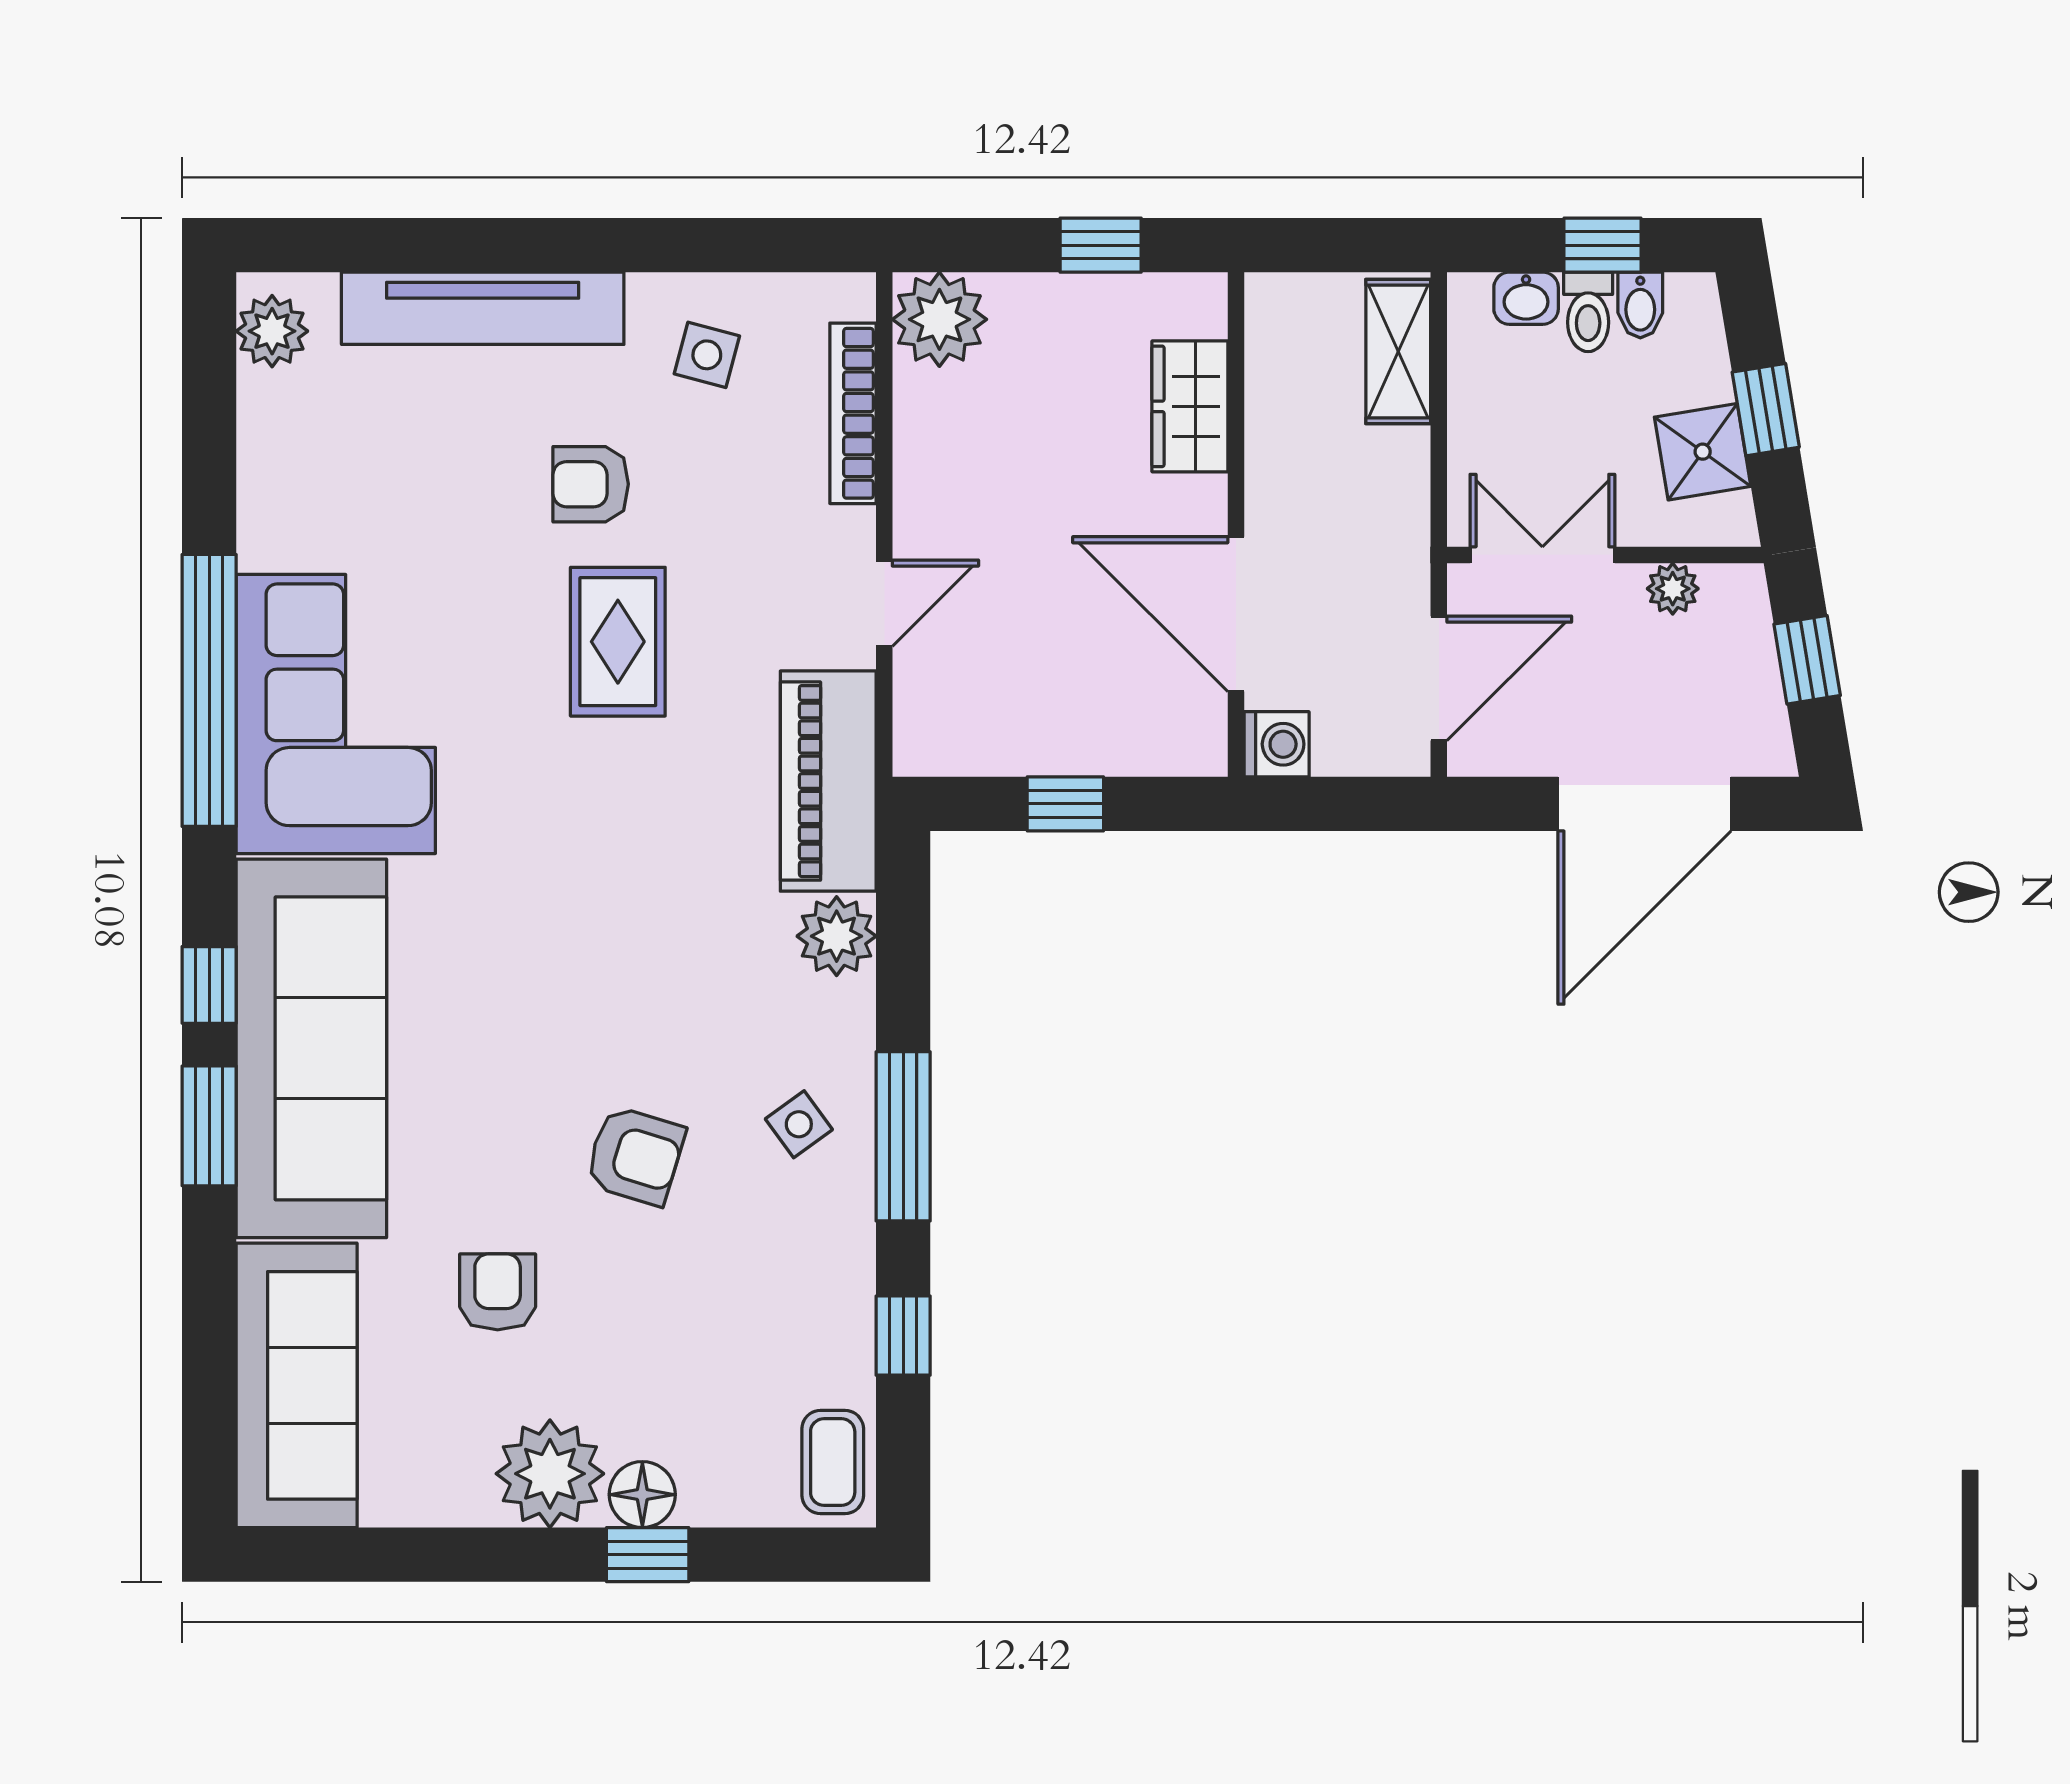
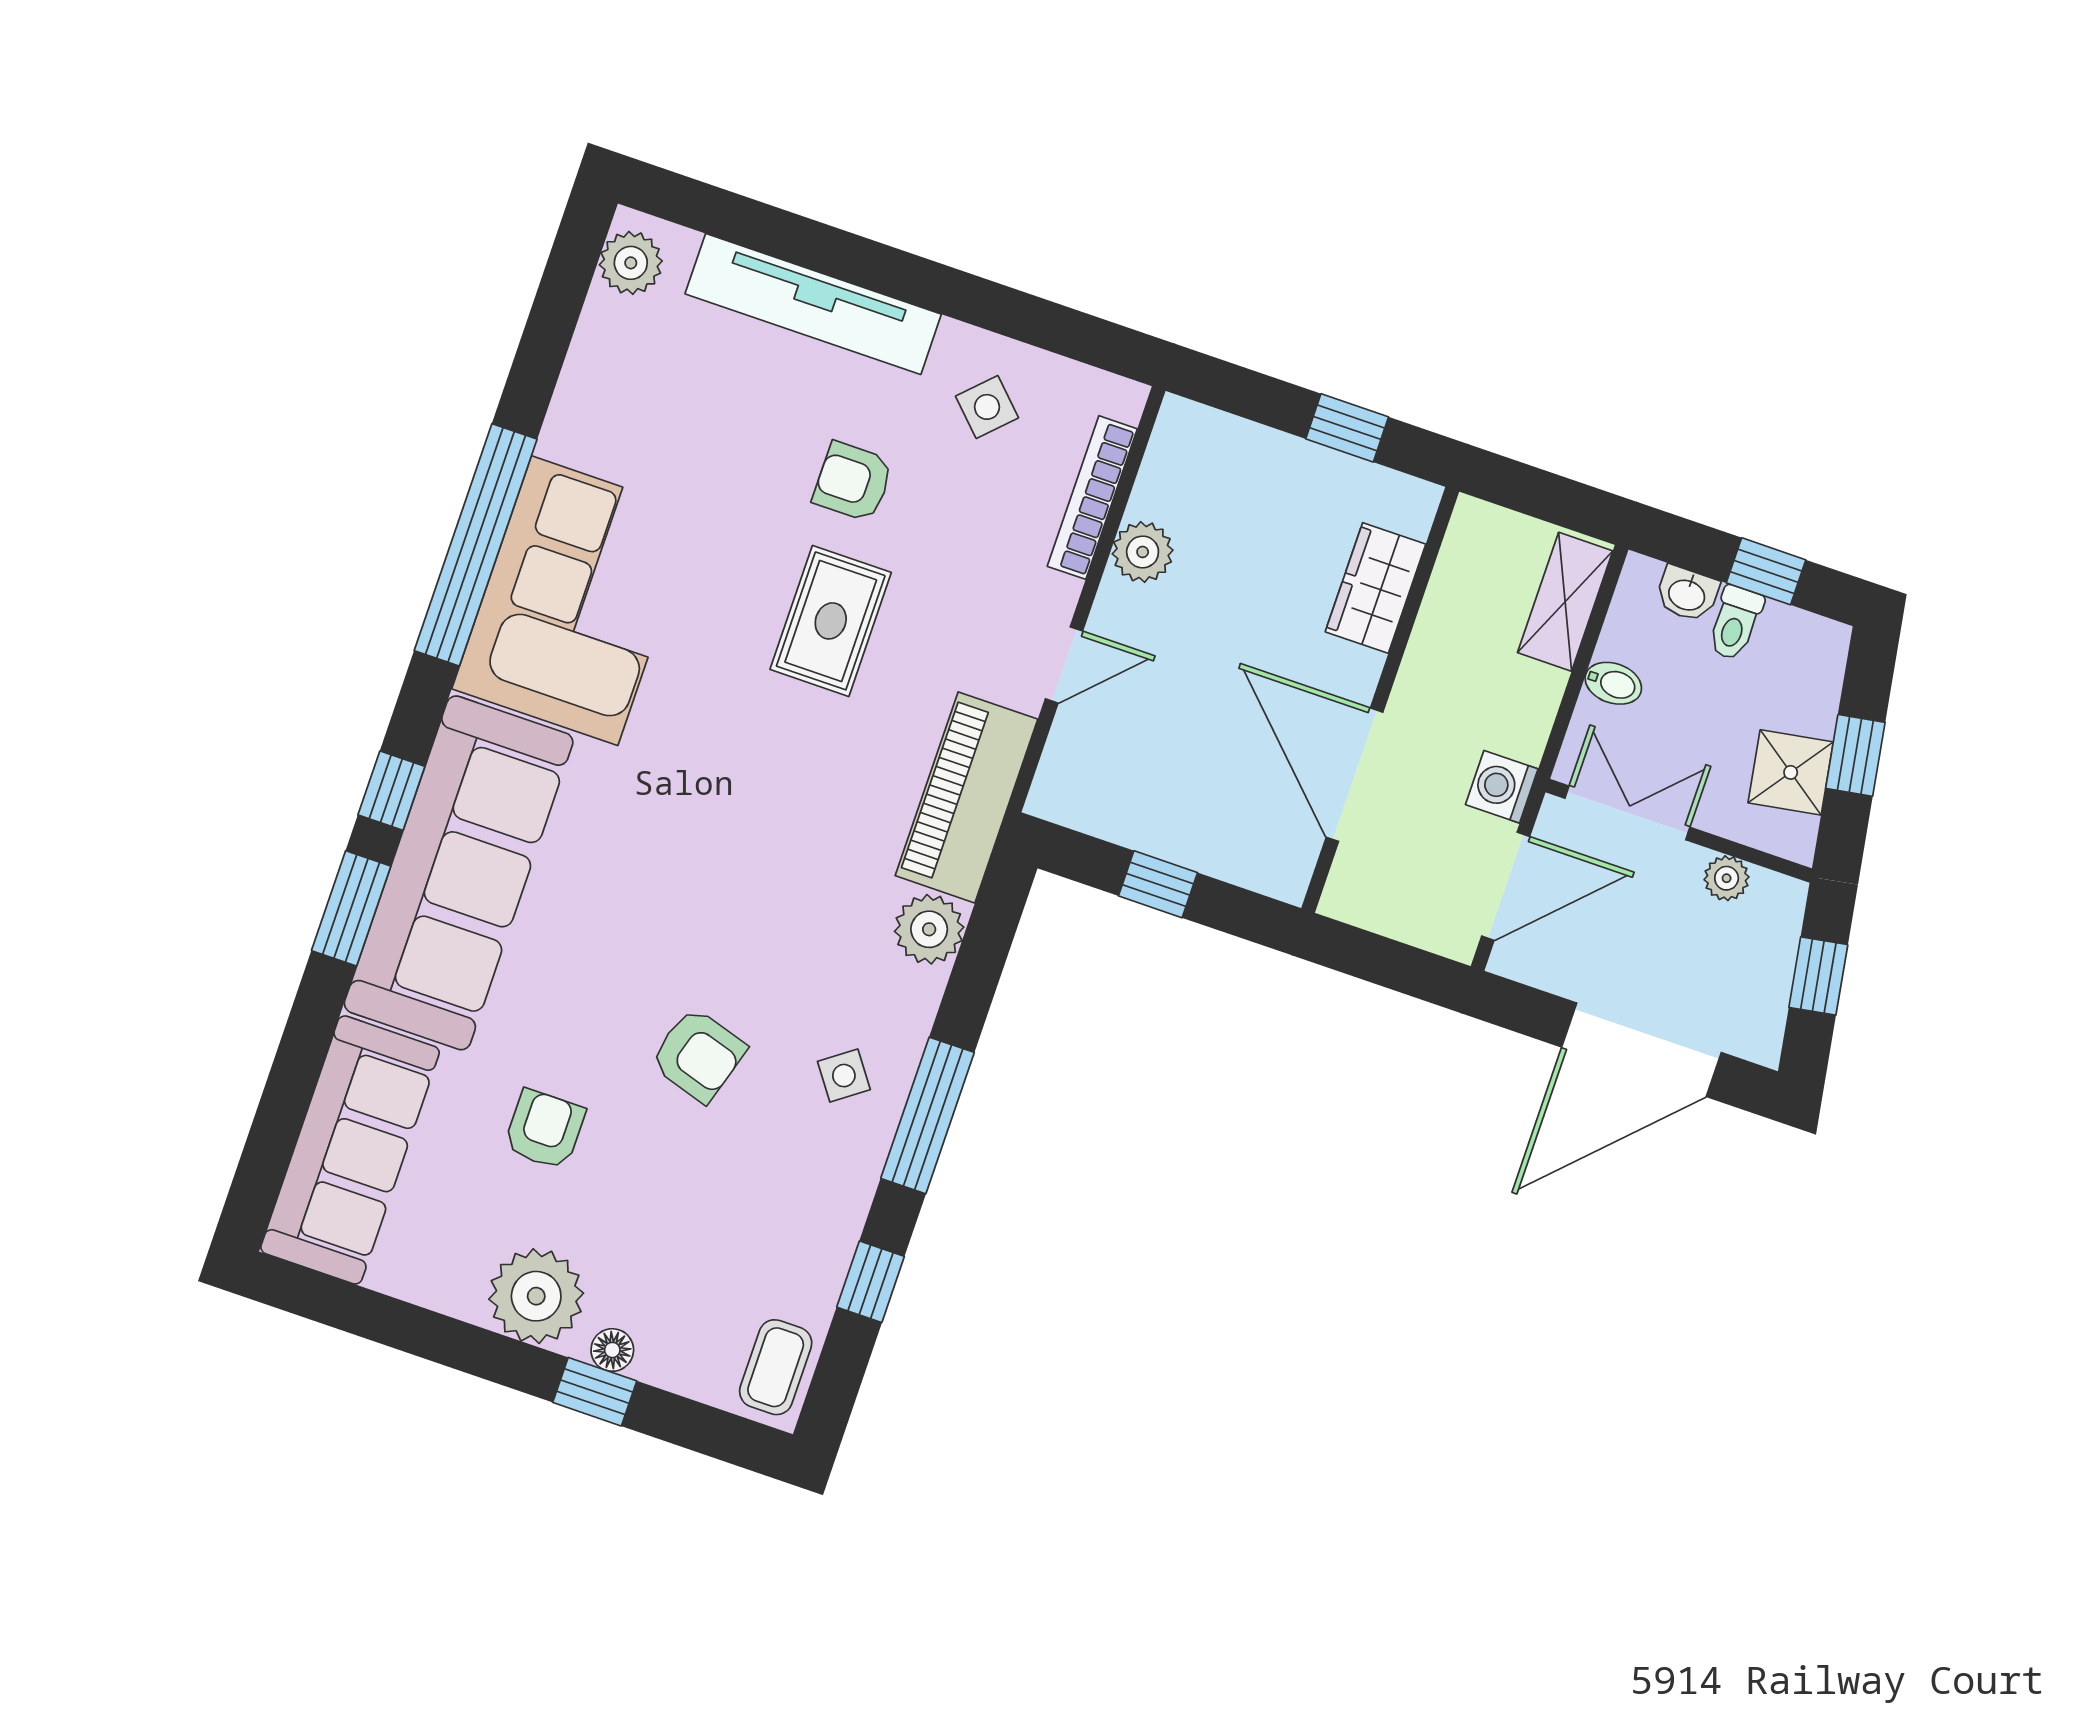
bidet: (1640, 305) -> (1613, 683), moved, turned -90
plant: (939, 319) -> (1143, 552), moved, width x0.73, depth x0.73
side table: (707, 355) -> (987, 407), turned 30
washing machine: (1277, 744) -> (1502, 787), moved, turned 180
floor lamp: (642, 1495) -> (612, 1350), width x0.73, depth x0.73

